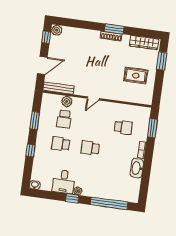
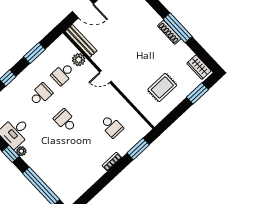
window: (114, 29) -> (178, 28), width x1.44
wardrobe: (144, 42) -> (199, 67), width x0.67
rug: (136, 76) -> (162, 87), turned 90
school desk: (61, 144) -> (41, 94), turned 90
washbasin: (137, 168) -> (94, 175), removed

